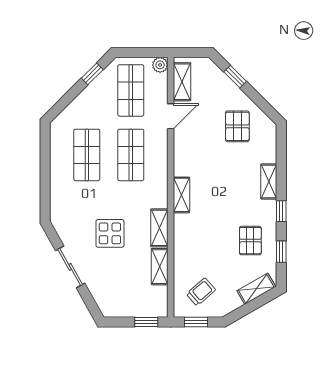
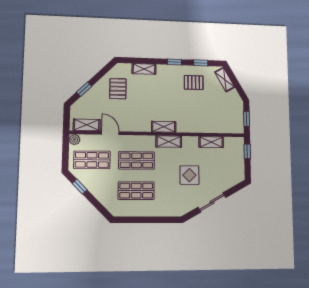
pallet: (237, 126) -> (118, 89), turned 90
shelving: (269, 181) -> (144, 69), moved
shelving: (159, 228) -> (169, 142), moved
trolley: (201, 292) -> (227, 115), removed

